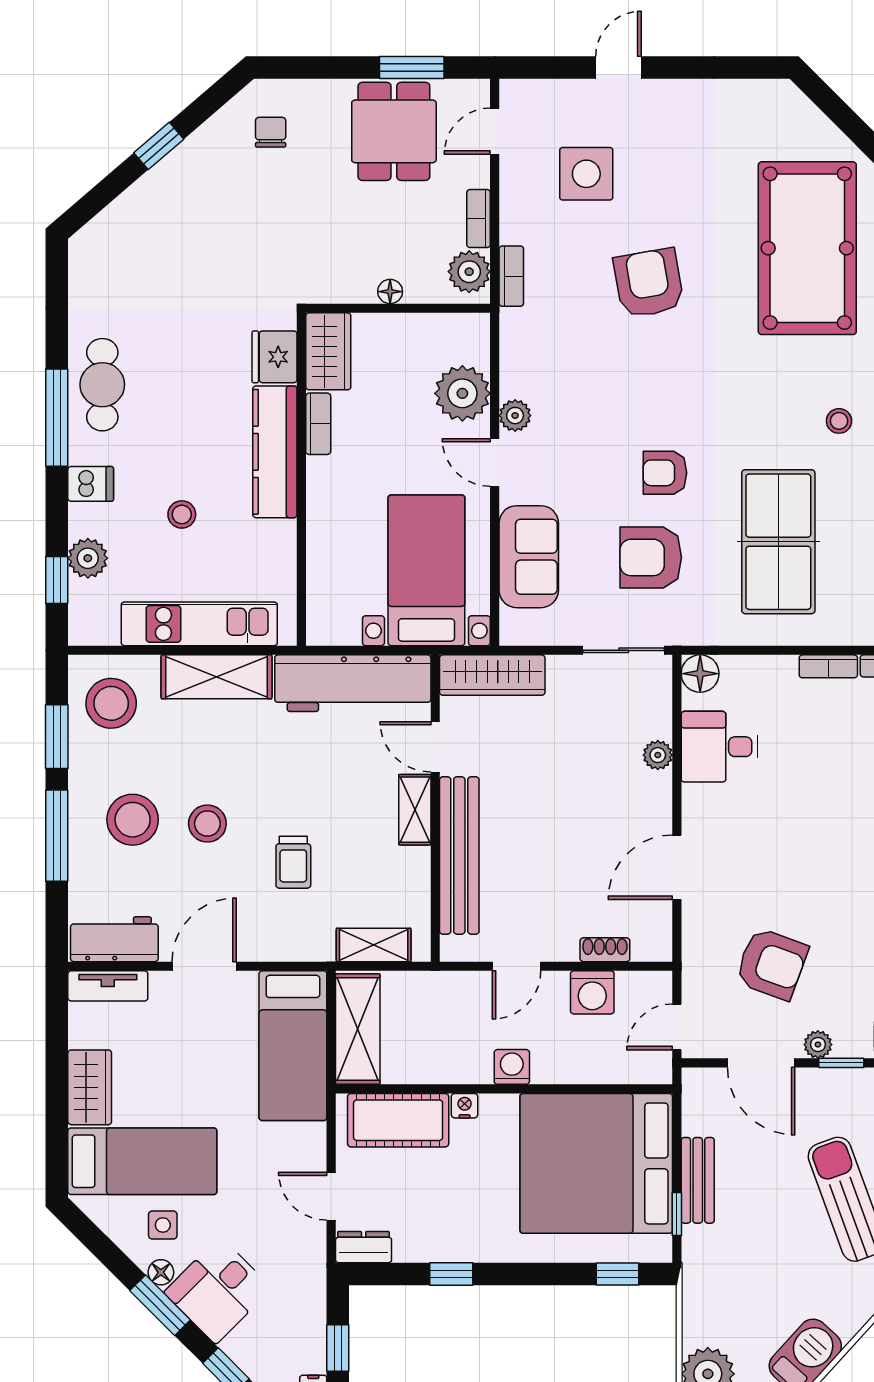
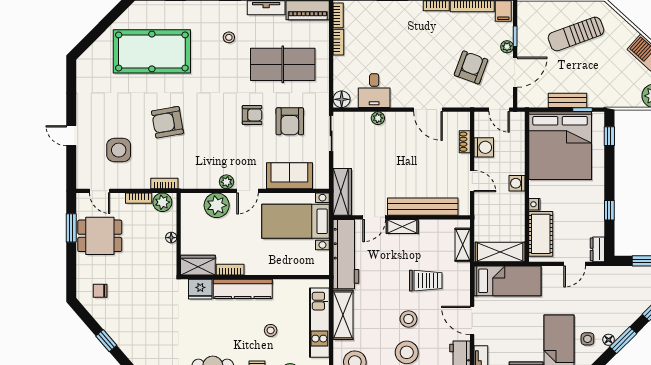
armchair: (665, 473) -> (252, 115), turned -90
trolley: (293, 862) -> (426, 281), width x1.36, depth x1.39
desk: (218, 1290) -> (617, 314), removed

